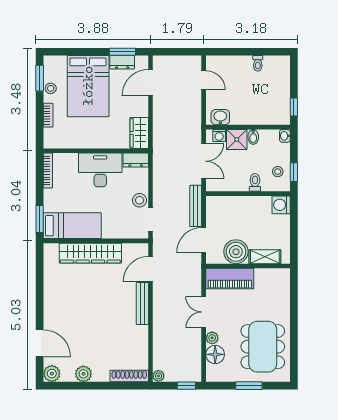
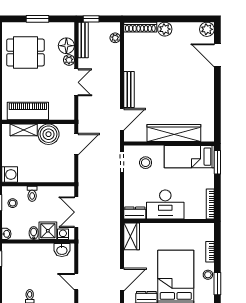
stool: (139, 200) -> (146, 163), moved
bench: (196, 206) -> (83, 40), moved
piano: (230, 279) -> (28, 111), moved
dining table: (263, 347) -> (25, 52), width x0.73
plant: (83, 374) -> (165, 29), moved
plant: (158, 376) -> (115, 38), moved

